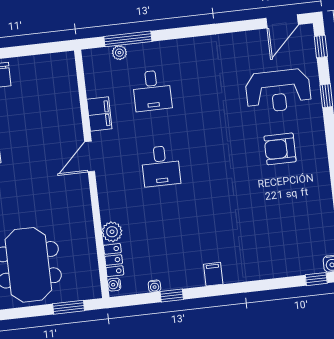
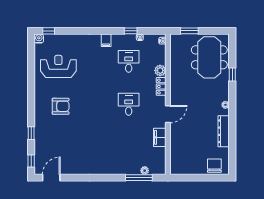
desk: (152, 91) -> (129, 61), moved
reception desk: (278, 91) -> (58, 66), moved
locker: (114, 260) -> (161, 86), moved

